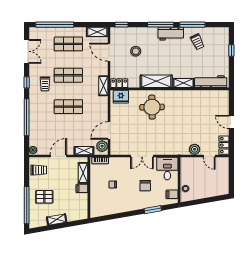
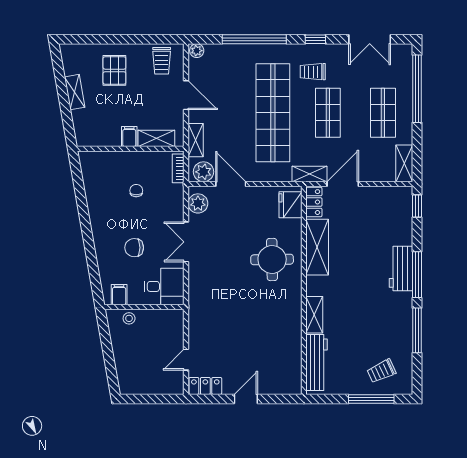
workbench: (171, 34) -> (401, 269), moved
trolley: (197, 42) -> (381, 371), moved
stool: (136, 51) -> (370, 231), removed
window: (231, 51) -> (371, 399), width x2.17
door: (109, 52) -> (343, 184), moved
shelving: (156, 81) -> (317, 247), moved
shop shelf: (68, 107) -> (273, 113), width x2.00, depth x1.36
plant: (195, 149) -> (198, 203), moved
window: (27, 205) -> (100, 39), removed
window: (153, 210) -> (92, 261), removed

